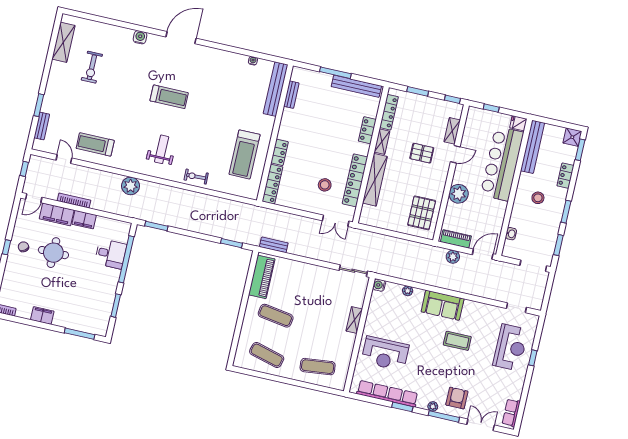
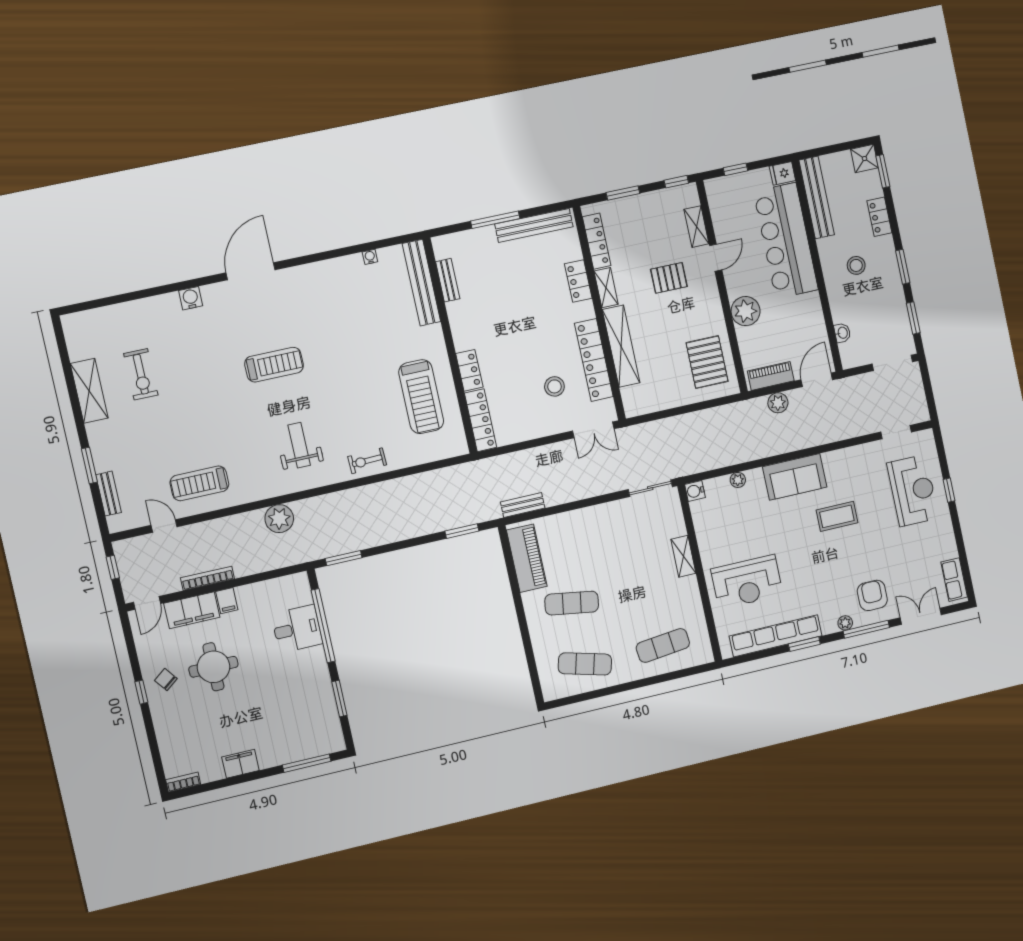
shelving: (63, 42) -> (89, 391), moved
filing cabinet: (84, 220) -> (227, 601), width x0.50

